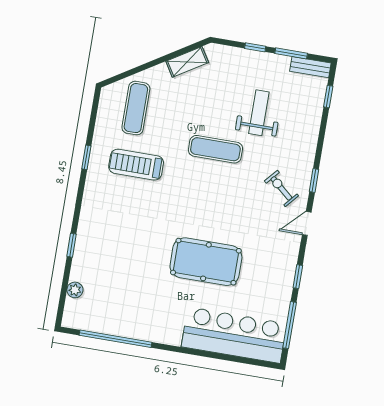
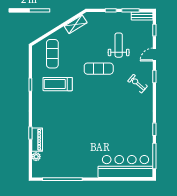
door: (307, 223) -> (154, 55), moved
piano: (82, 259) -> (37, 140), added
pool table: (206, 262) -> (104, 130), removed

